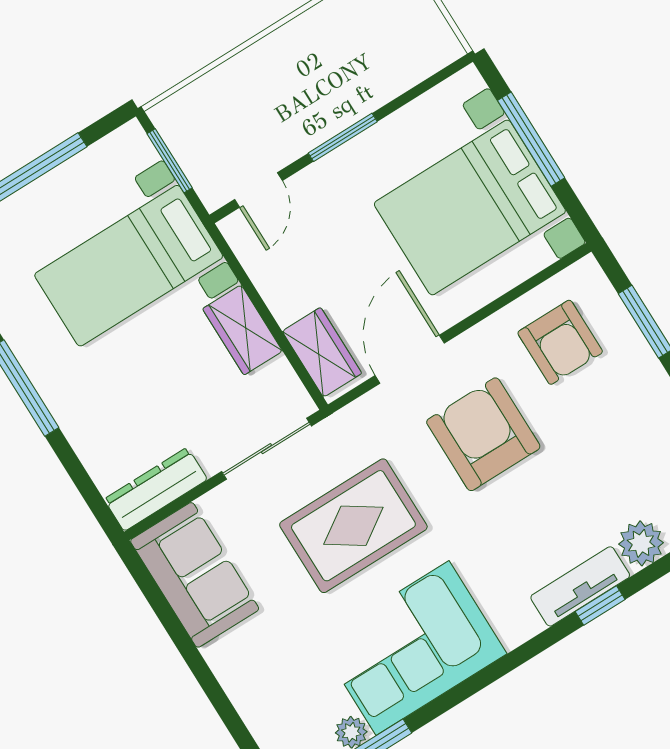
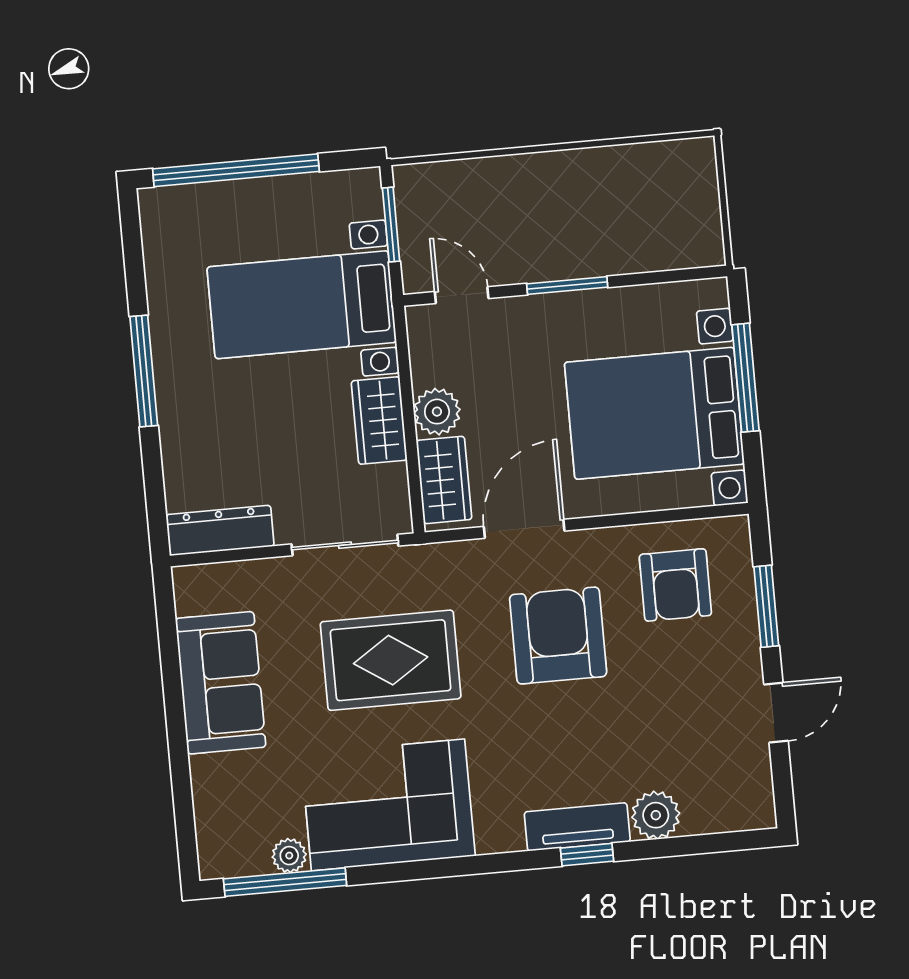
door: (258, 190) -> (462, 295), swing flipped
plant: (287, 298) -> (437, 412), added
sofa: (195, 575) -> (221, 683), moved

